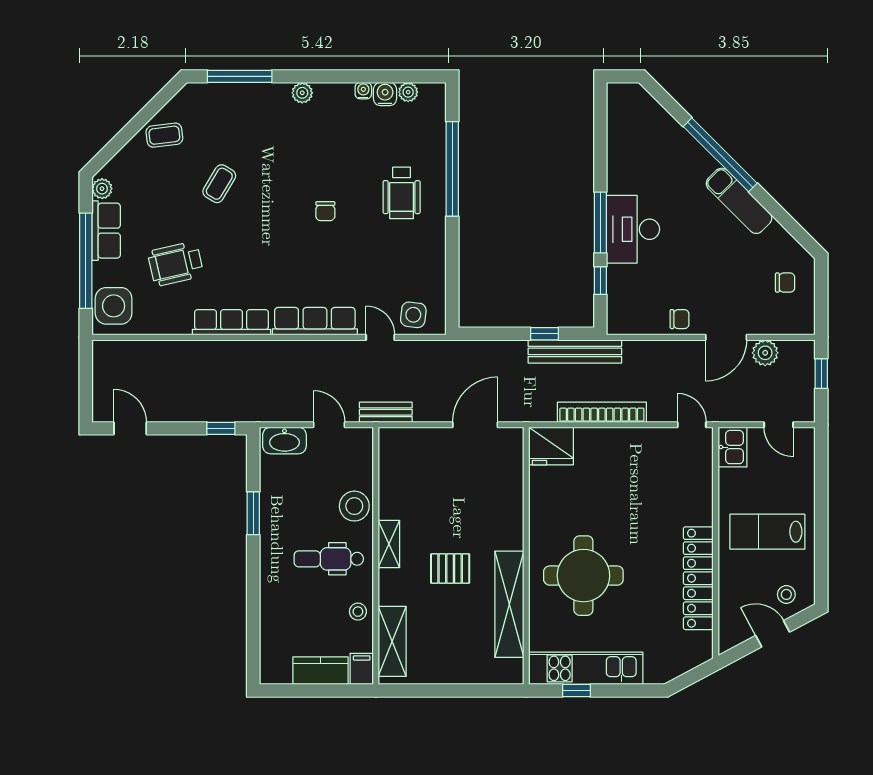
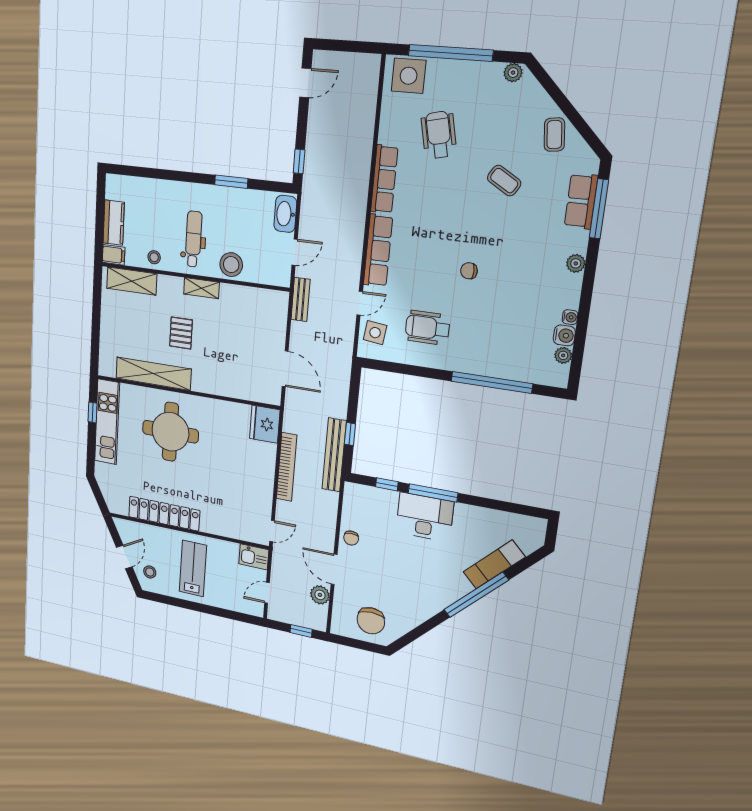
wheelchair: (402, 193) -> (427, 328), moved
exam couch: (739, 201) -> (494, 565), moved
row of seats: (106, 231) -> (581, 201), moved, turned 90
chair: (785, 283) -> (371, 621), width x1.87, depth x1.87

